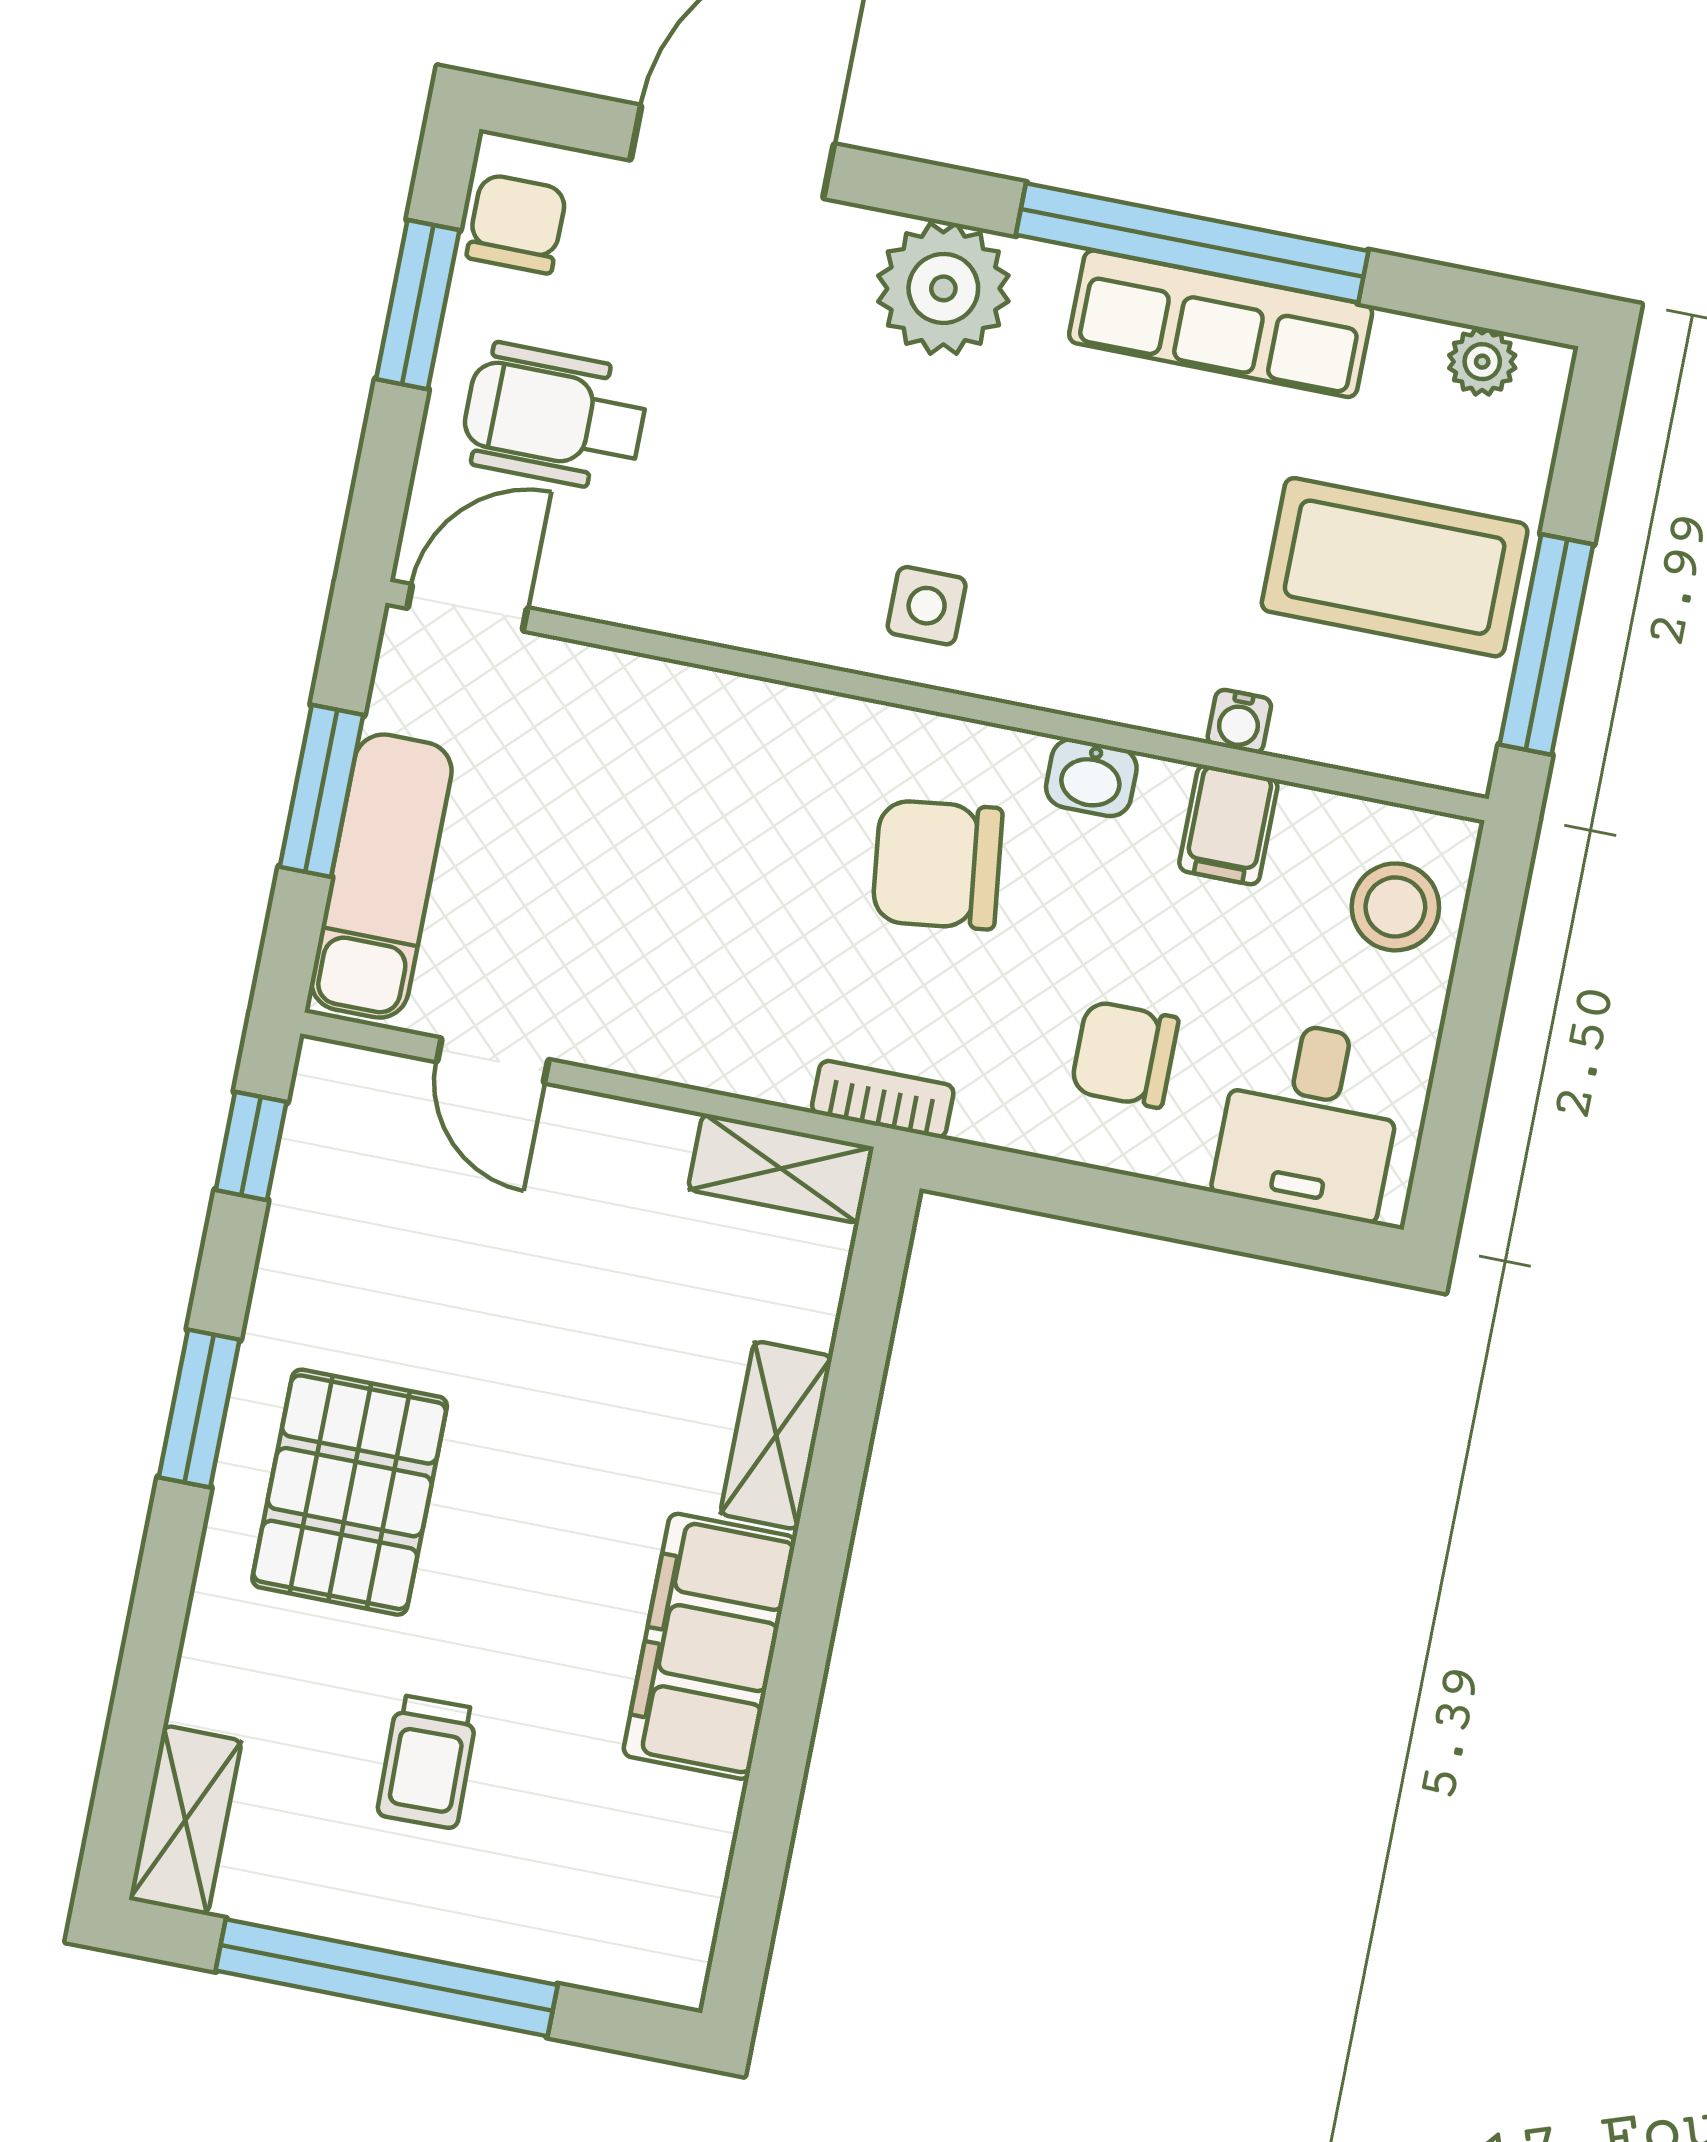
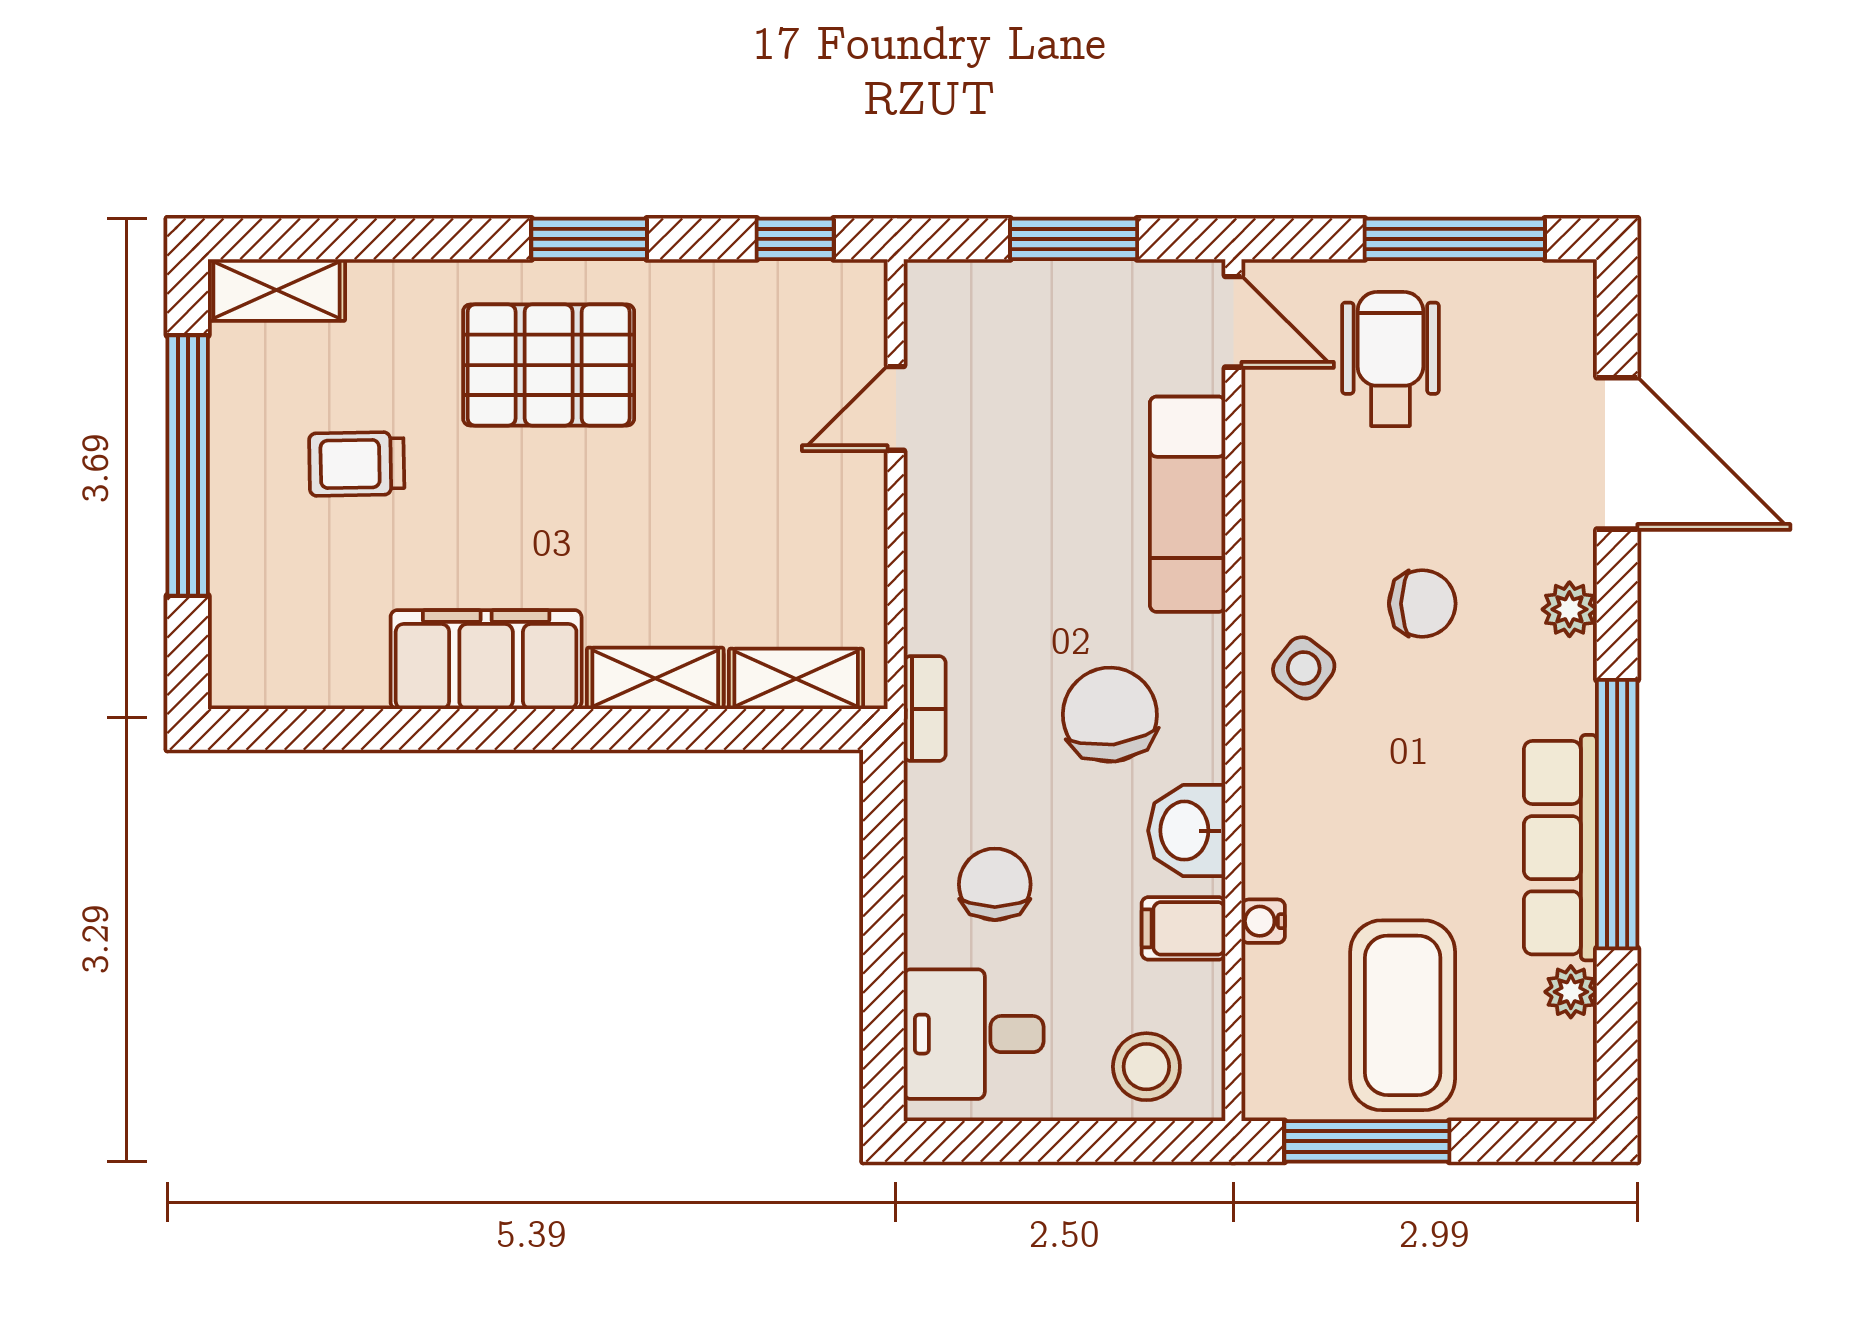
chair: (517, 224) -> (1422, 604), moved
plant: (943, 288) -> (1569, 609), width x0.53, depth x0.53
window: (418, 305) -> (1455, 239), width x1.44
plant: (1482, 362) -> (1571, 992), moved
side table: (927, 606) -> (1304, 668), turned 38
washbasin: (1091, 778) -> (1187, 831), width x1.38, depth x1.45
exam couch: (381, 876) -> (1188, 504), moved, turned 90
shelving: (781, 1168) -> (796, 679), moved, turned 90

